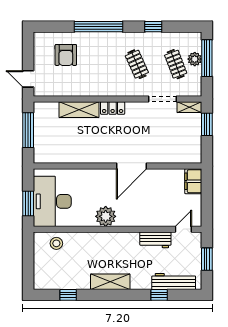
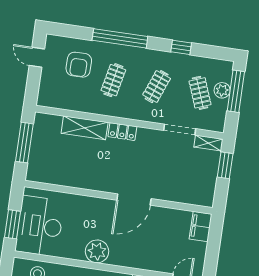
clothes rail: (98, 64) -> (113, 80), added
clothes rail: (137, 64) -> (157, 87), turned 45
door: (28, 79) -> (37, 57), moved

